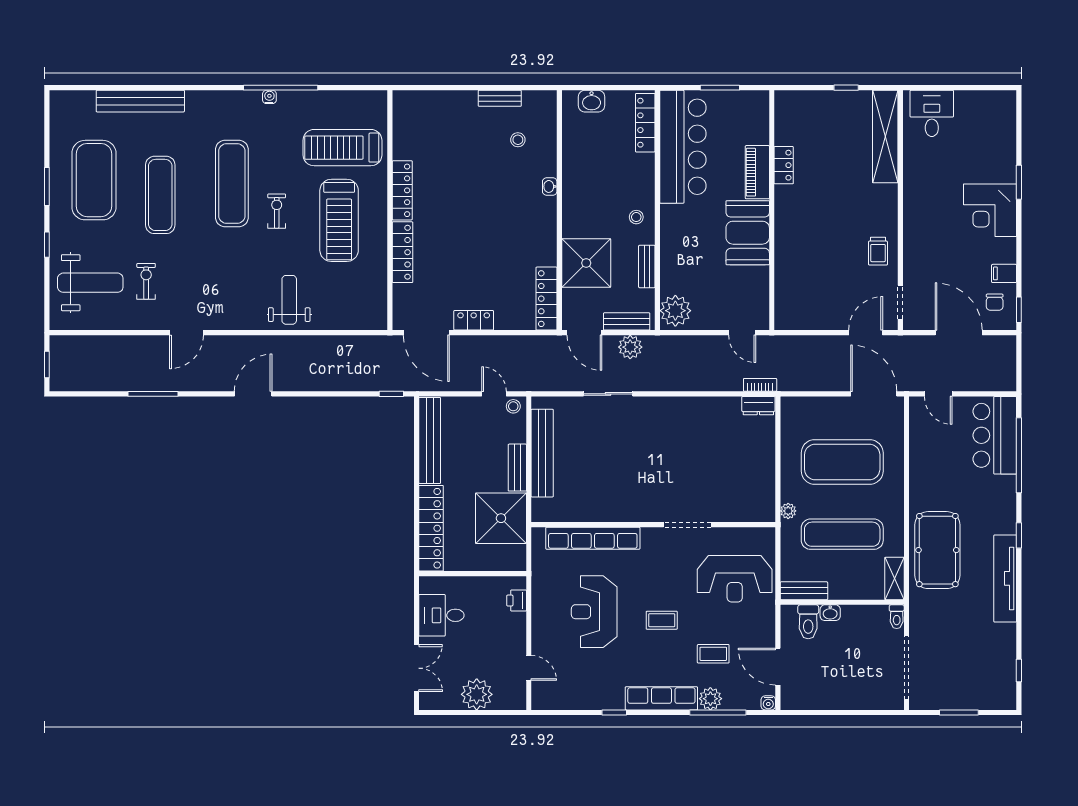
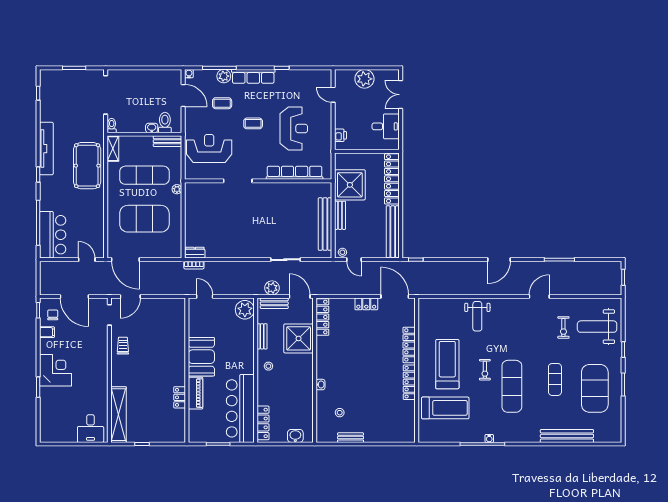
exercise mat: (160, 195) -> (555, 379), width x0.73, depth x0.69

